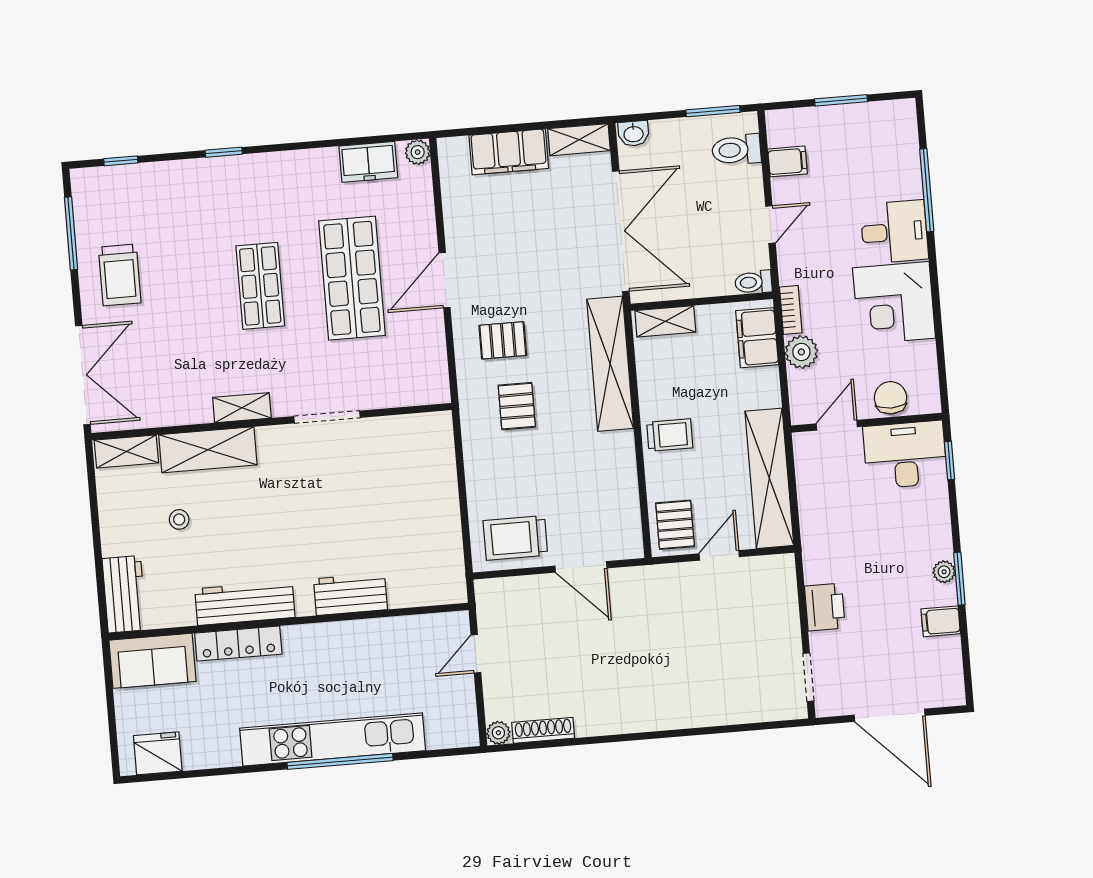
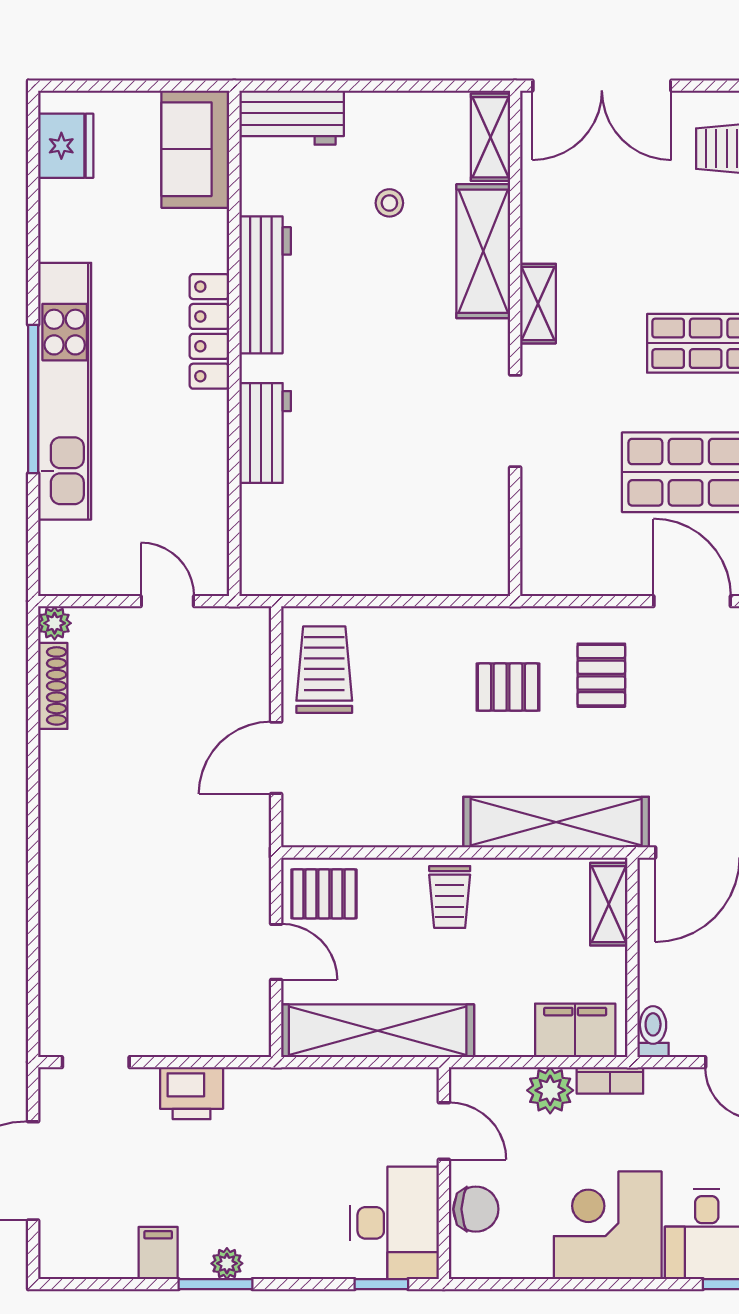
locker: (238, 644) -> (209, 331), moved

